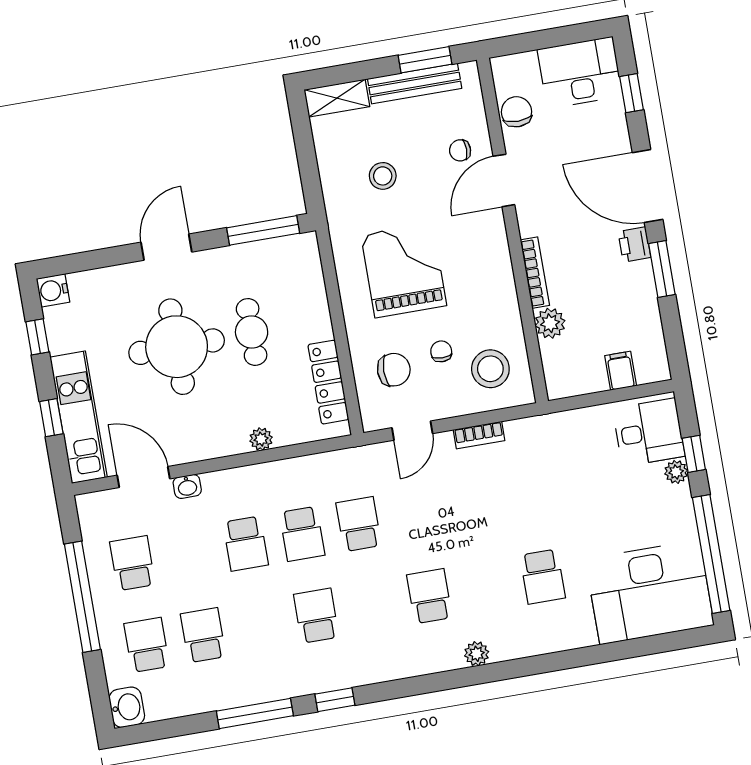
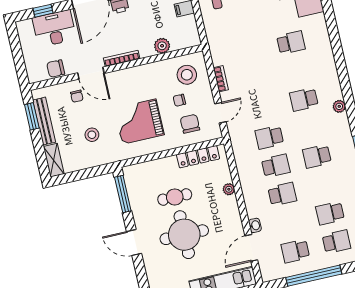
desk: (580, 73) -> (54, 29), moved, turned 90
bookcase: (535, 273) -> (122, 58), moved
door: (412, 431) -> (220, 113), hinge flipped
school desk: (147, 645) -> (336, 242), turned 180
plant: (477, 654) -> (339, 106), moved

